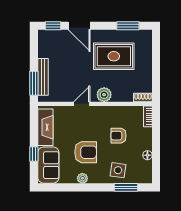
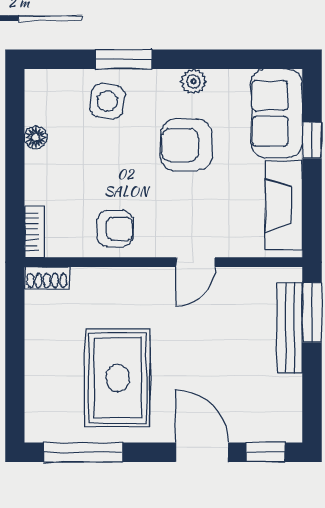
window: (128, 26) -> (83, 452), width x1.44
rug: (114, 56) -> (118, 378), turned 90
plant: (104, 95) -> (141, 285), removed
armchair: (118, 136) -> (115, 229), moved
window: (126, 187) -> (124, 59), moved

